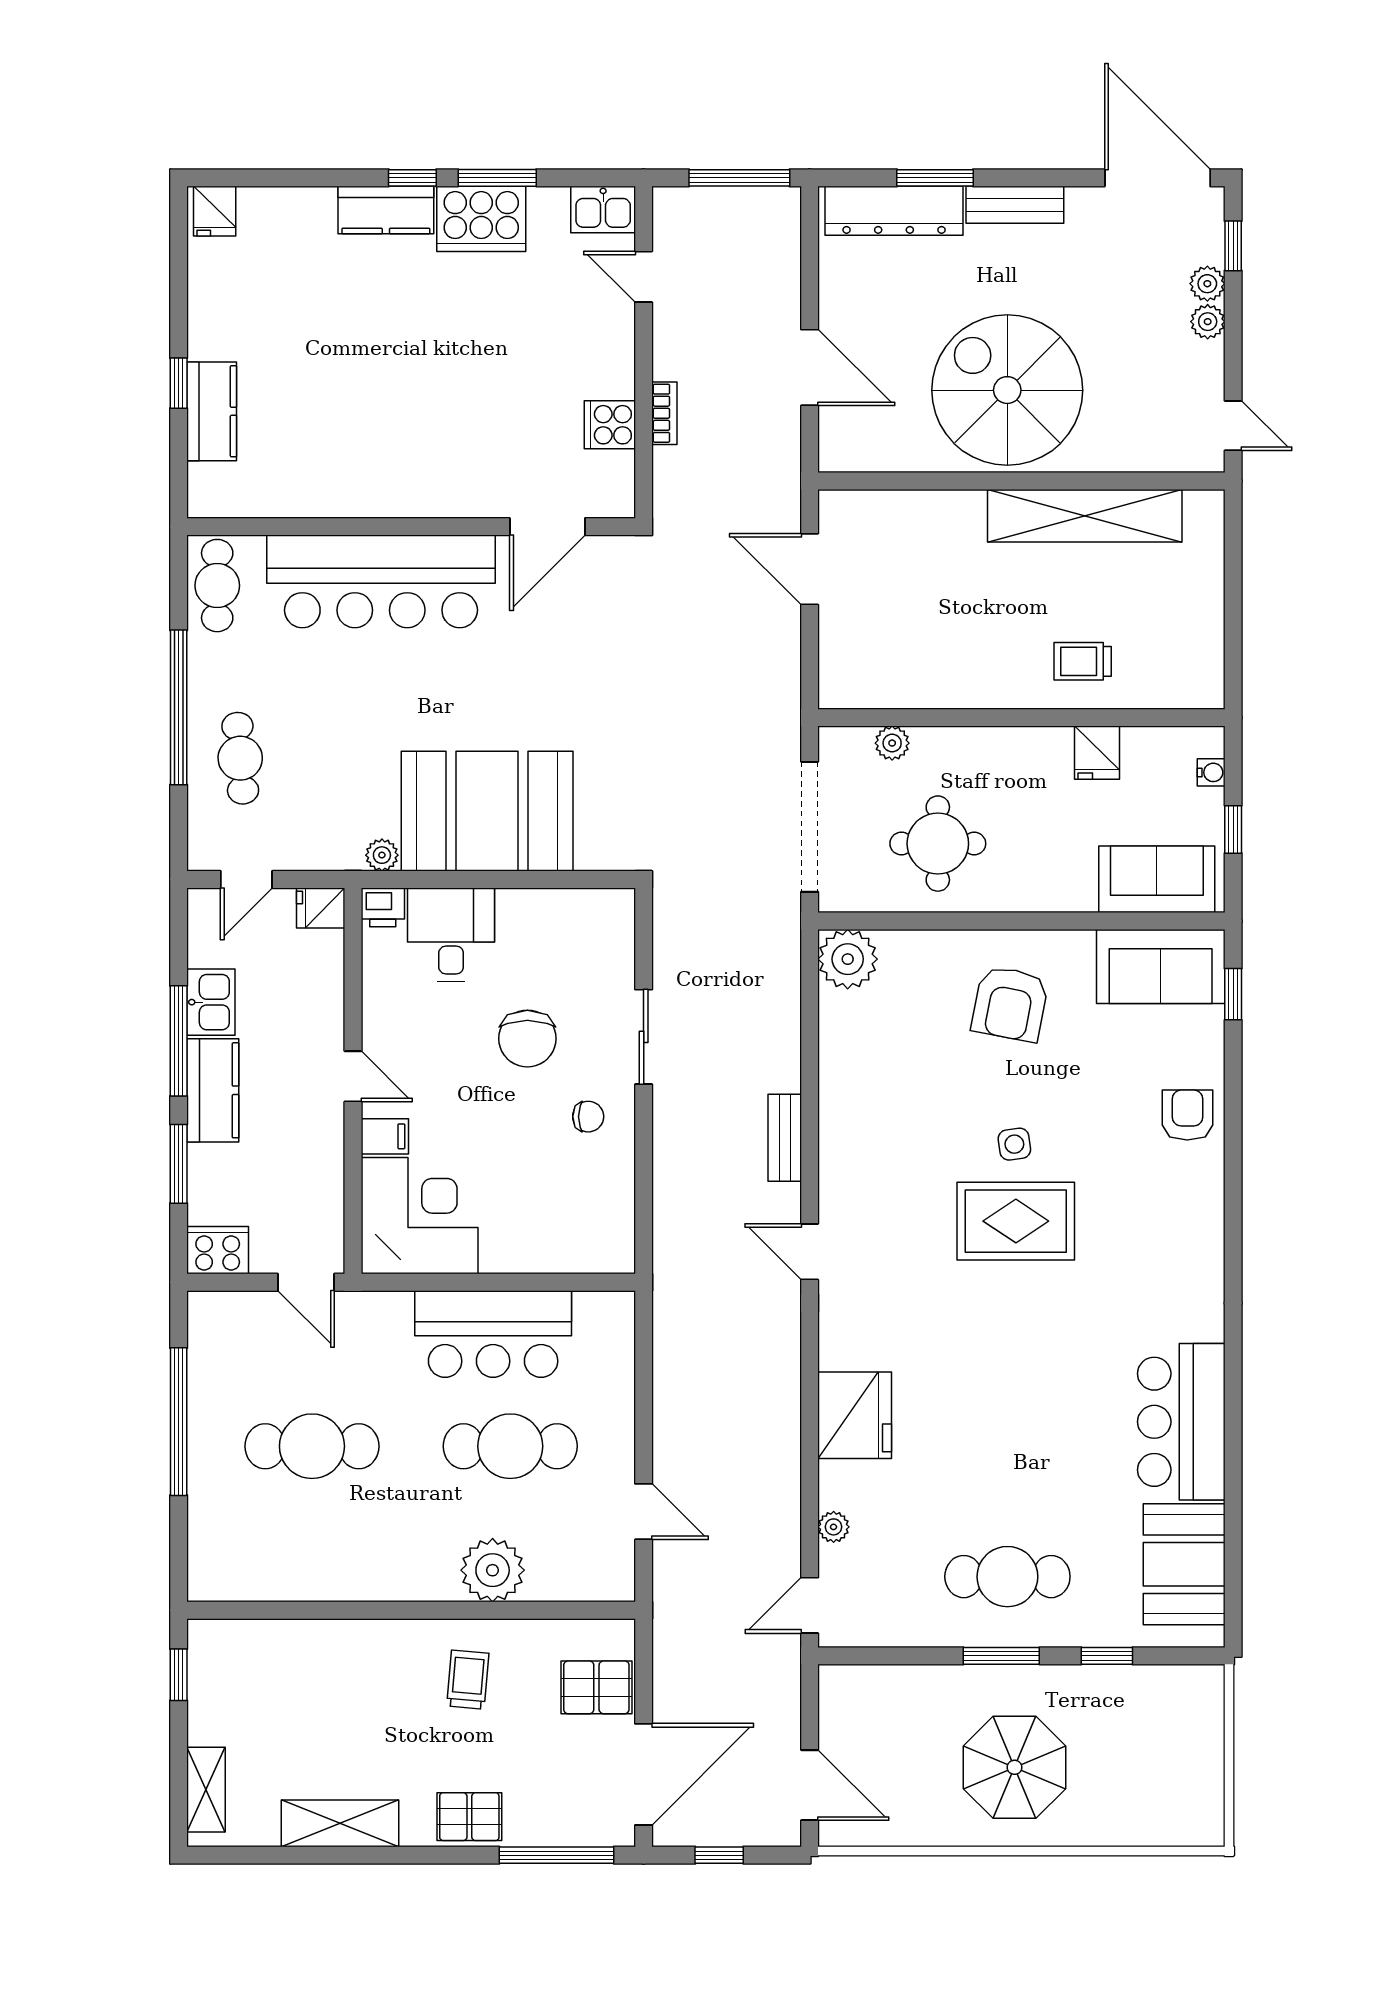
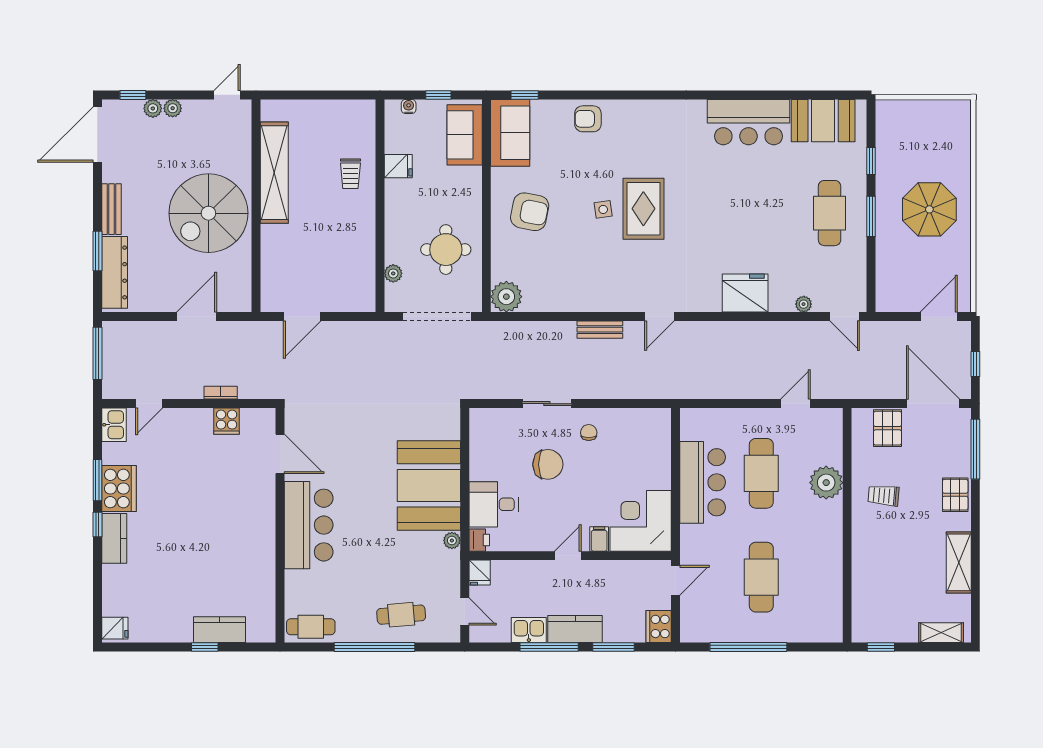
bar counter: (381, 581) -> (309, 525), width x0.73

